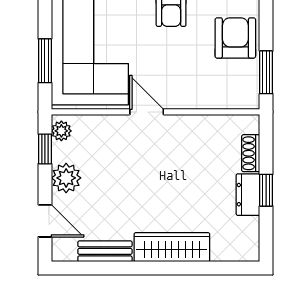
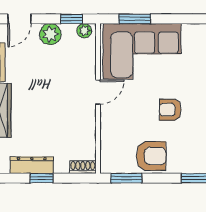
shoe rack: (251, 153) -> (83, 167), moved
dresser: (248, 195) -> (32, 165), width x1.44

